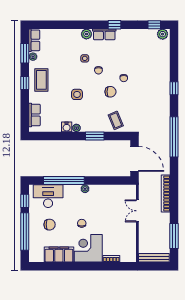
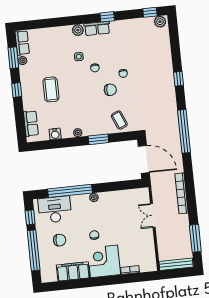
coffee table: (41, 80) -> (51, 89), moved
side table: (77, 94) -> (74, 96), removed
water cooler: (67, 127) -> (55, 134), moved

